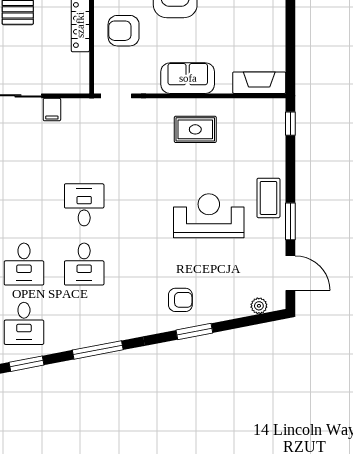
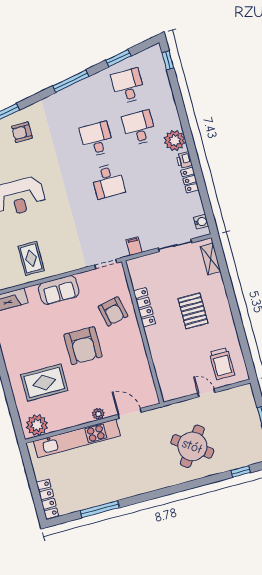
armchair: (124, 31) -> (113, 311), turned 78
filing cabinet: (52, 110) -> (134, 246), moved
rug: (195, 129) -> (31, 258), moved, turned 90

